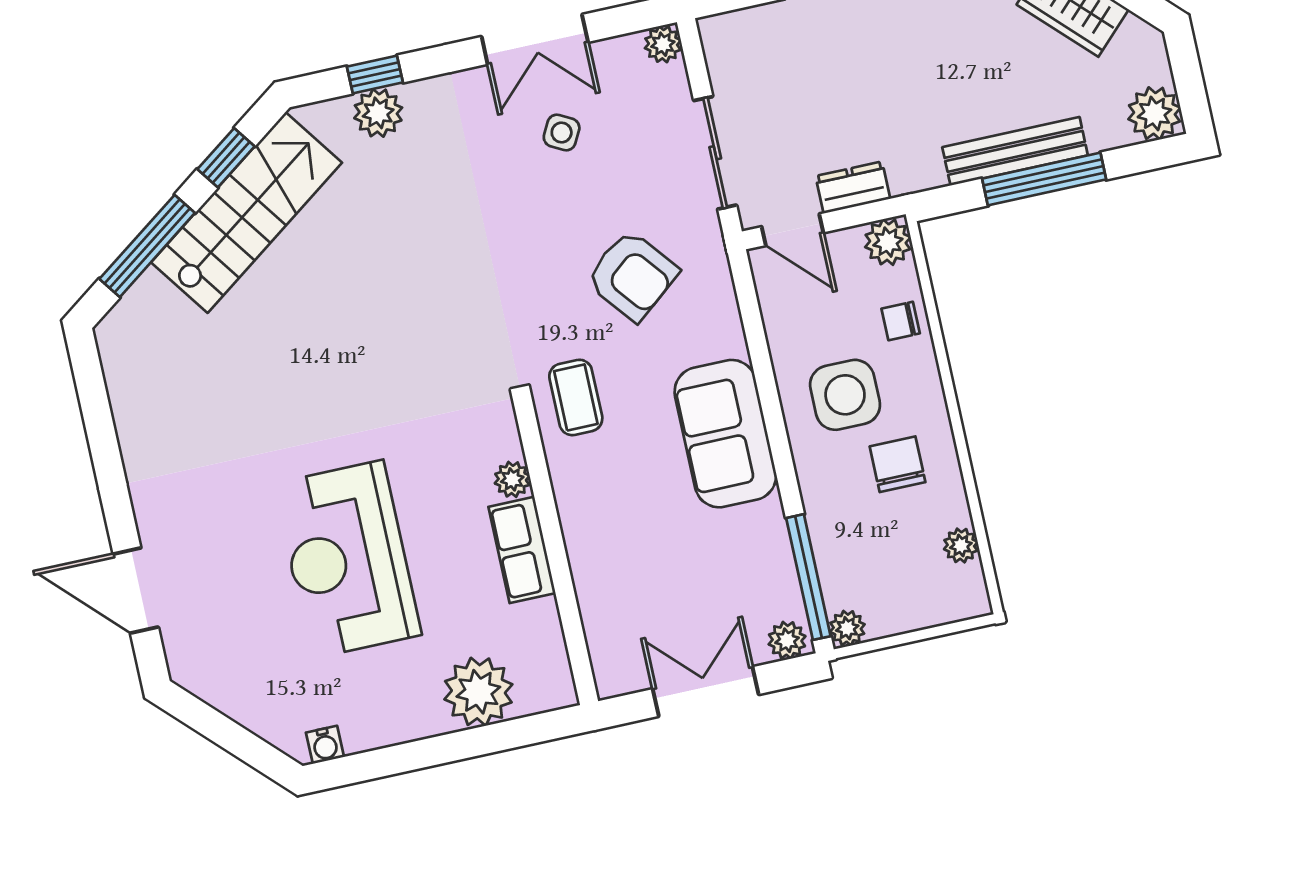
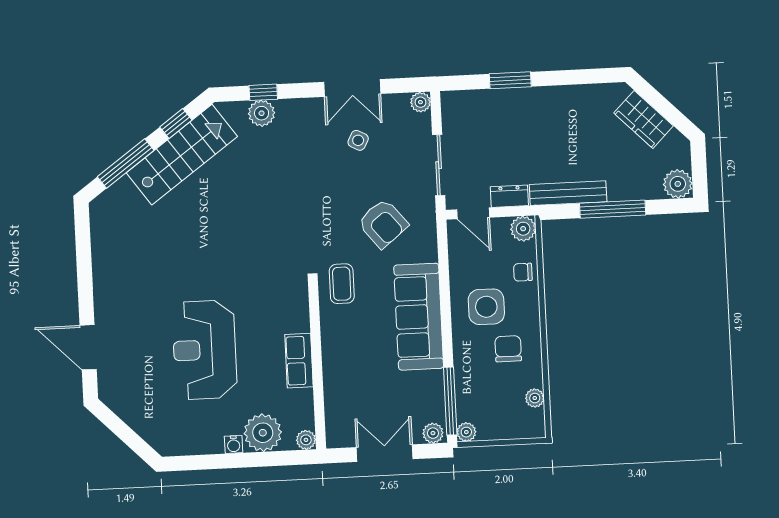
bench: (1015, 151) -> (568, 193), moved
sofa: (725, 434) -> (419, 317), width x1.36
plant: (512, 479) -> (306, 440), moved
water cooler: (325, 745) -> (234, 444), moved

